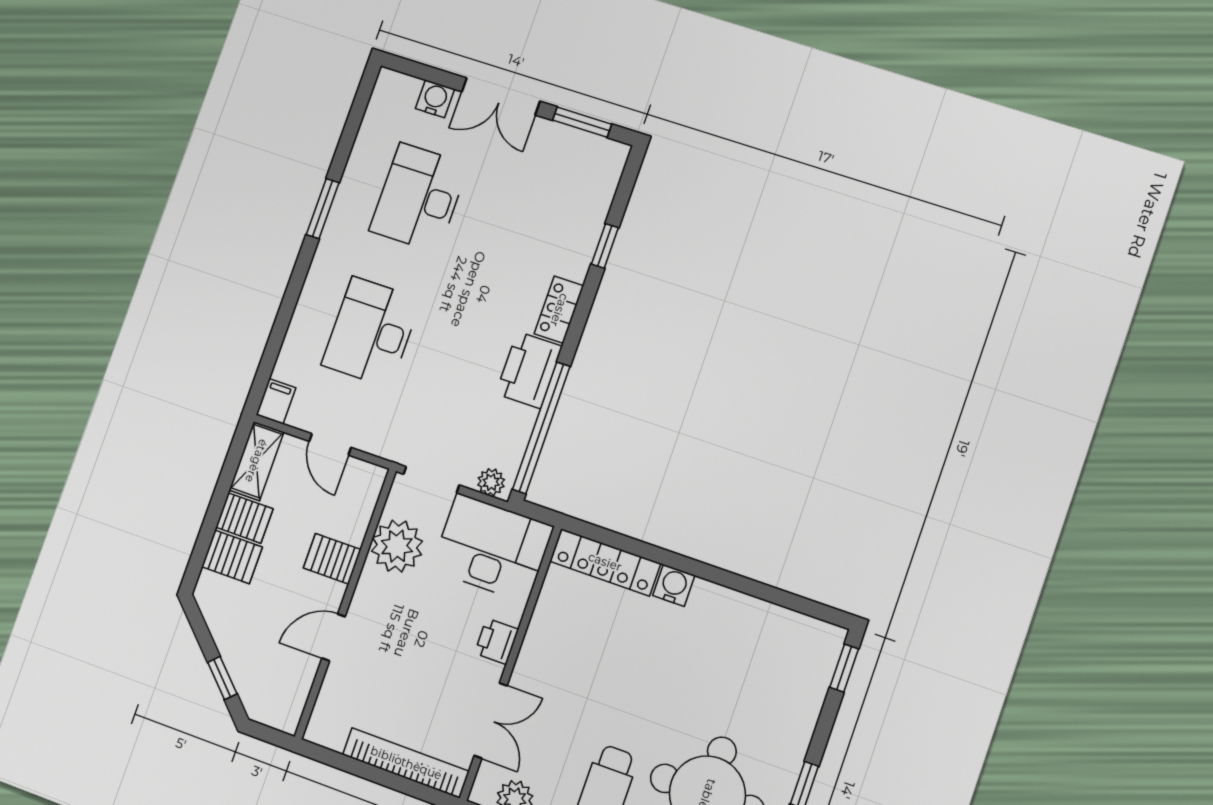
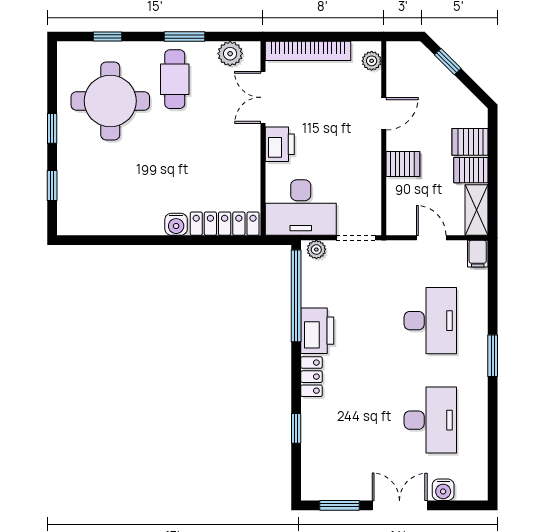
window: (323, 209) -> (493, 356), moved
plant: (397, 546) -> (372, 61), moved, width x0.53, depth x0.53
printer: (496, 641) -> (280, 144), width x1.36, depth x1.24
window: (844, 668) -> (52, 185), moved

